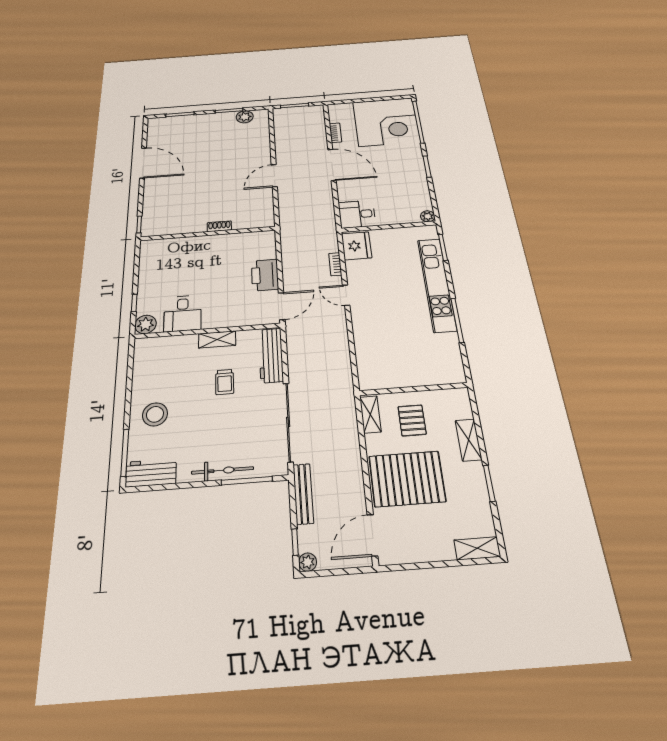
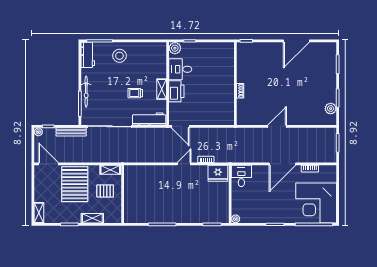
door: (274, 176) -> (277, 126), hinge flipped
printer: (265, 275) -> (176, 91), moved, turned 90
kitchen unit: (437, 284) -> (187, 217), removed

